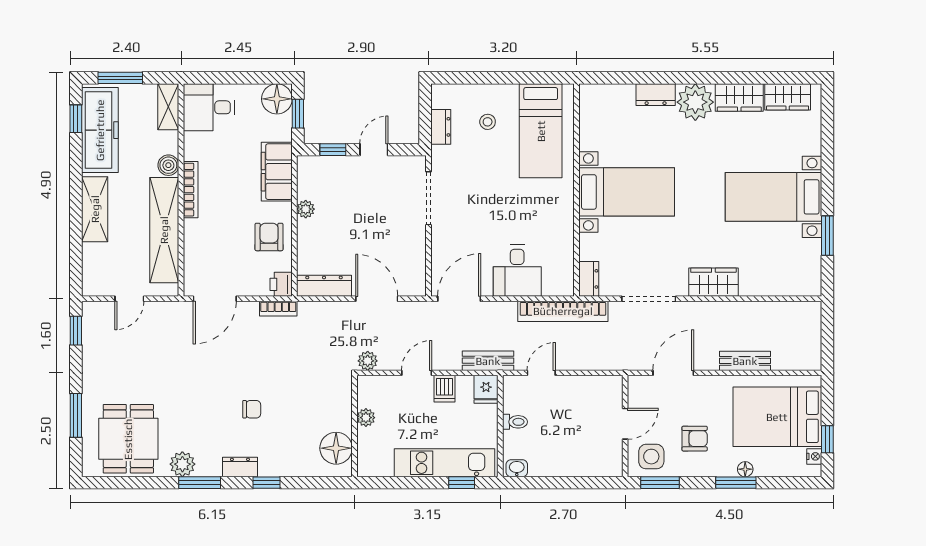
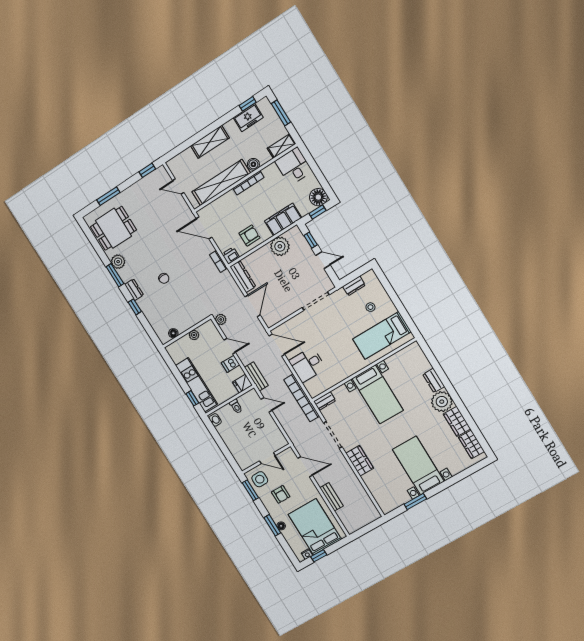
freezer: (100, 130) -> (248, 118), width x0.52, depth x0.79
plant: (306, 209) -> (280, 246), width x1.88, depth x1.88
floor lamp: (336, 448) -> (173, 333), width x0.53, depth x0.53

